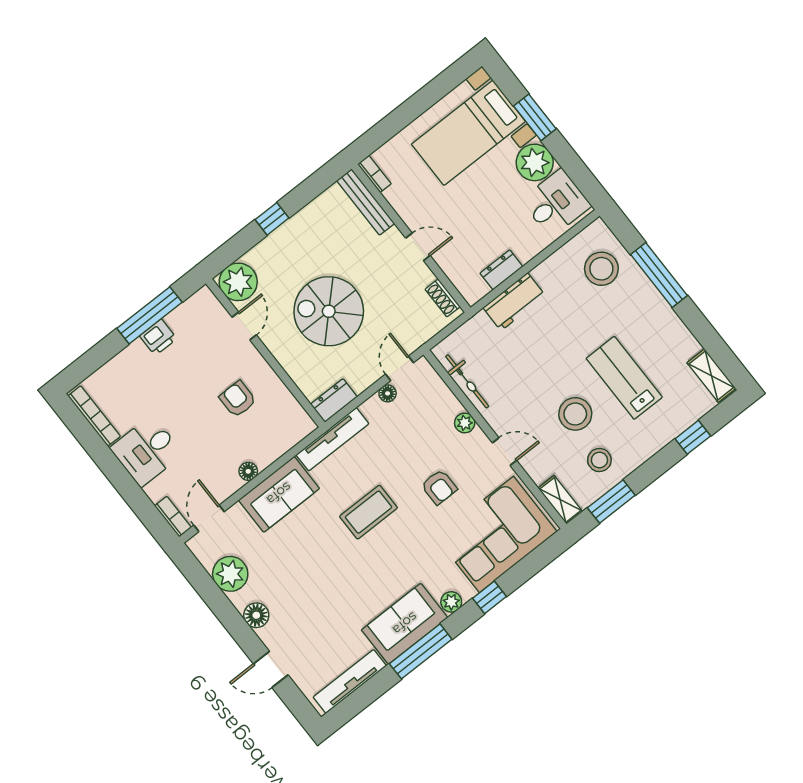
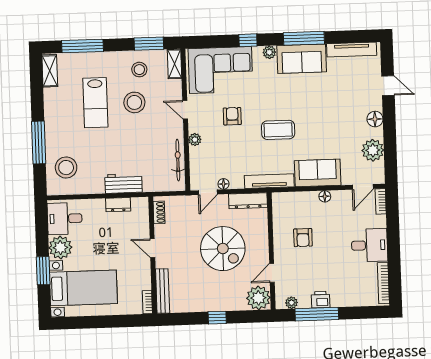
plant: (192, 306) -> (291, 303), added
dresser: (334, 400) -> (248, 201), width x1.44
window: (693, 437) -> (83, 46), width x2.17

